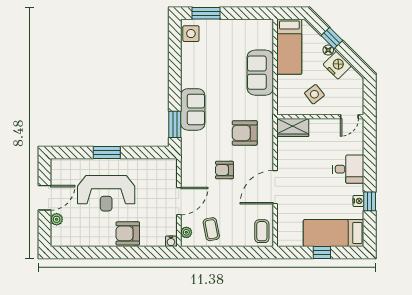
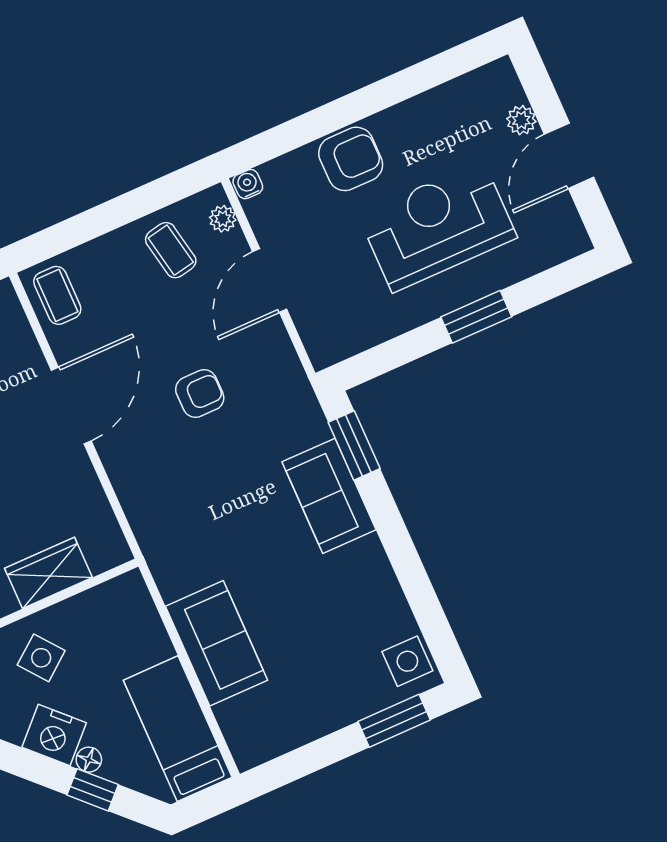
side table: (314, 94) -> (41, 658), moved
wardrobe: (293, 128) -> (48, 573), moved
armchair: (245, 133) -> (191, 495), removed

